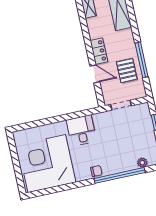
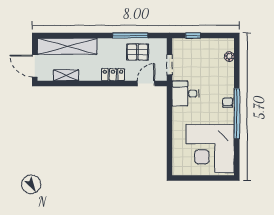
door: (95, 74) -> (146, 83), moved
desk: (81, 130) -> (186, 94), moved
window: (120, 175) -> (237, 114), moved

